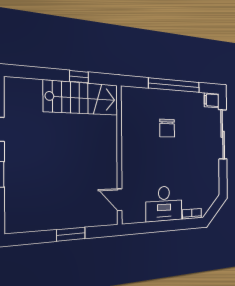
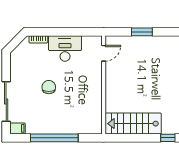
window: (79, 77) -> (168, 138), moved
chair: (167, 128) -> (49, 87), moved
door: (120, 200) -> (104, 53), hinge flipped

